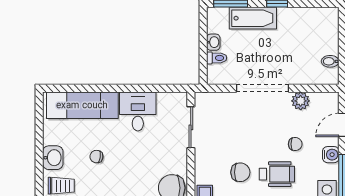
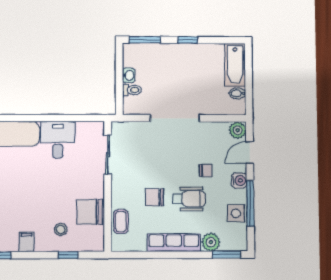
bathtub: (253, 18) -> (235, 65), moved, turned 90
plant: (301, 101) -> (238, 130), moved
chair: (96, 157) -> (18, 182), removed
chair: (240, 172) -> (154, 197), turned 180

